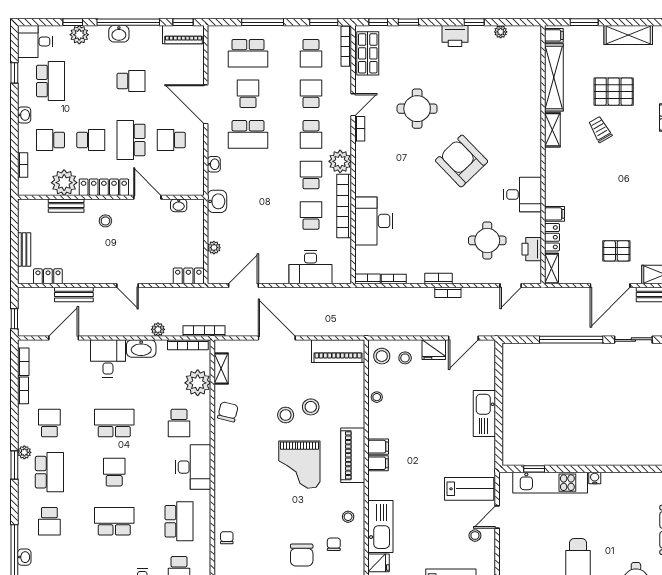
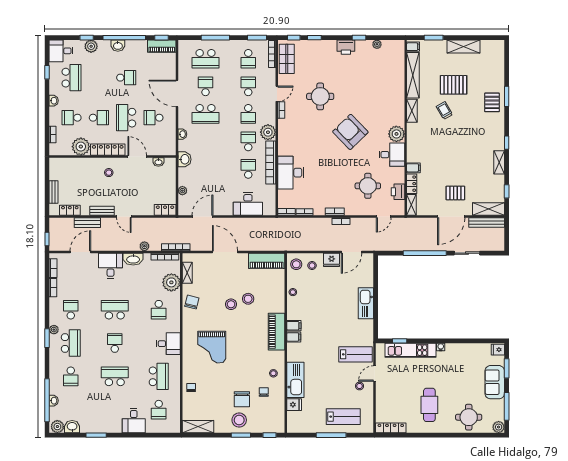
plant: (529, 164) -> (396, 134), added
bench: (66, 206) -> (102, 211), moved
grand piano: (299, 465) -> (212, 347), moved
desk: (193, 467) -> (168, 344), width x0.73

